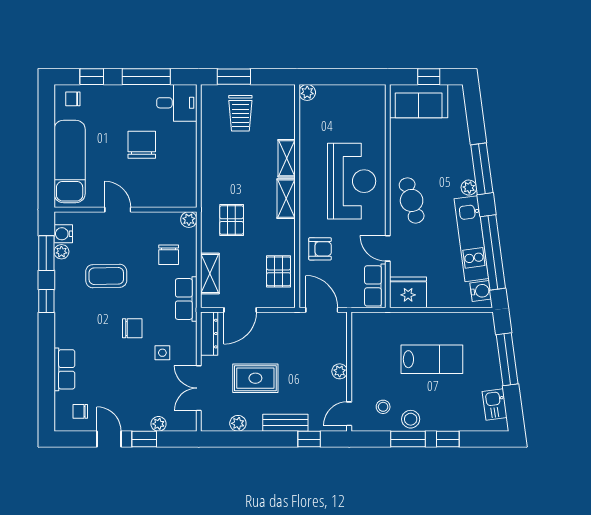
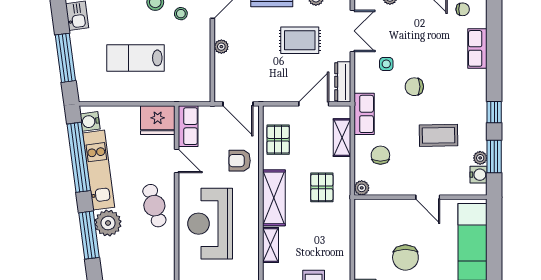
plant: (469, 188) -> (108, 223), width x1.88, depth x1.88
shelving: (286, 199) -> (274, 198), width x1.50, depth x1.33

